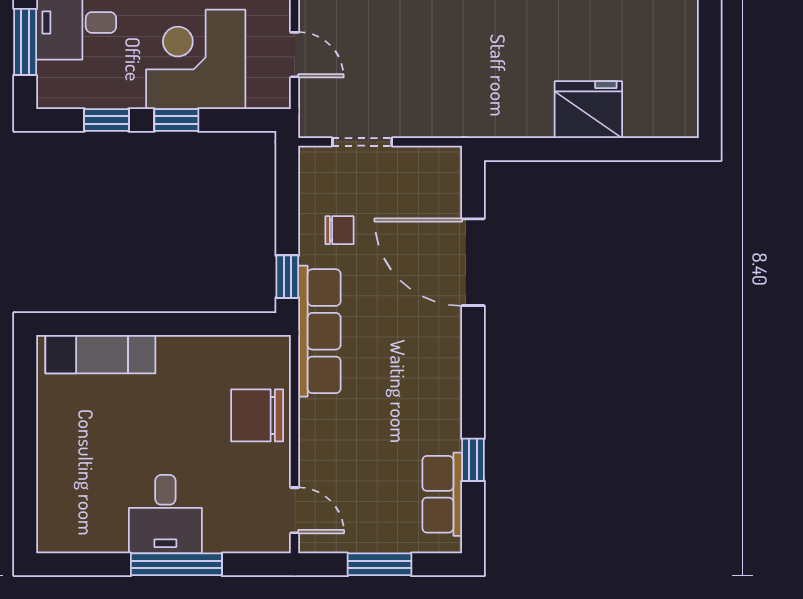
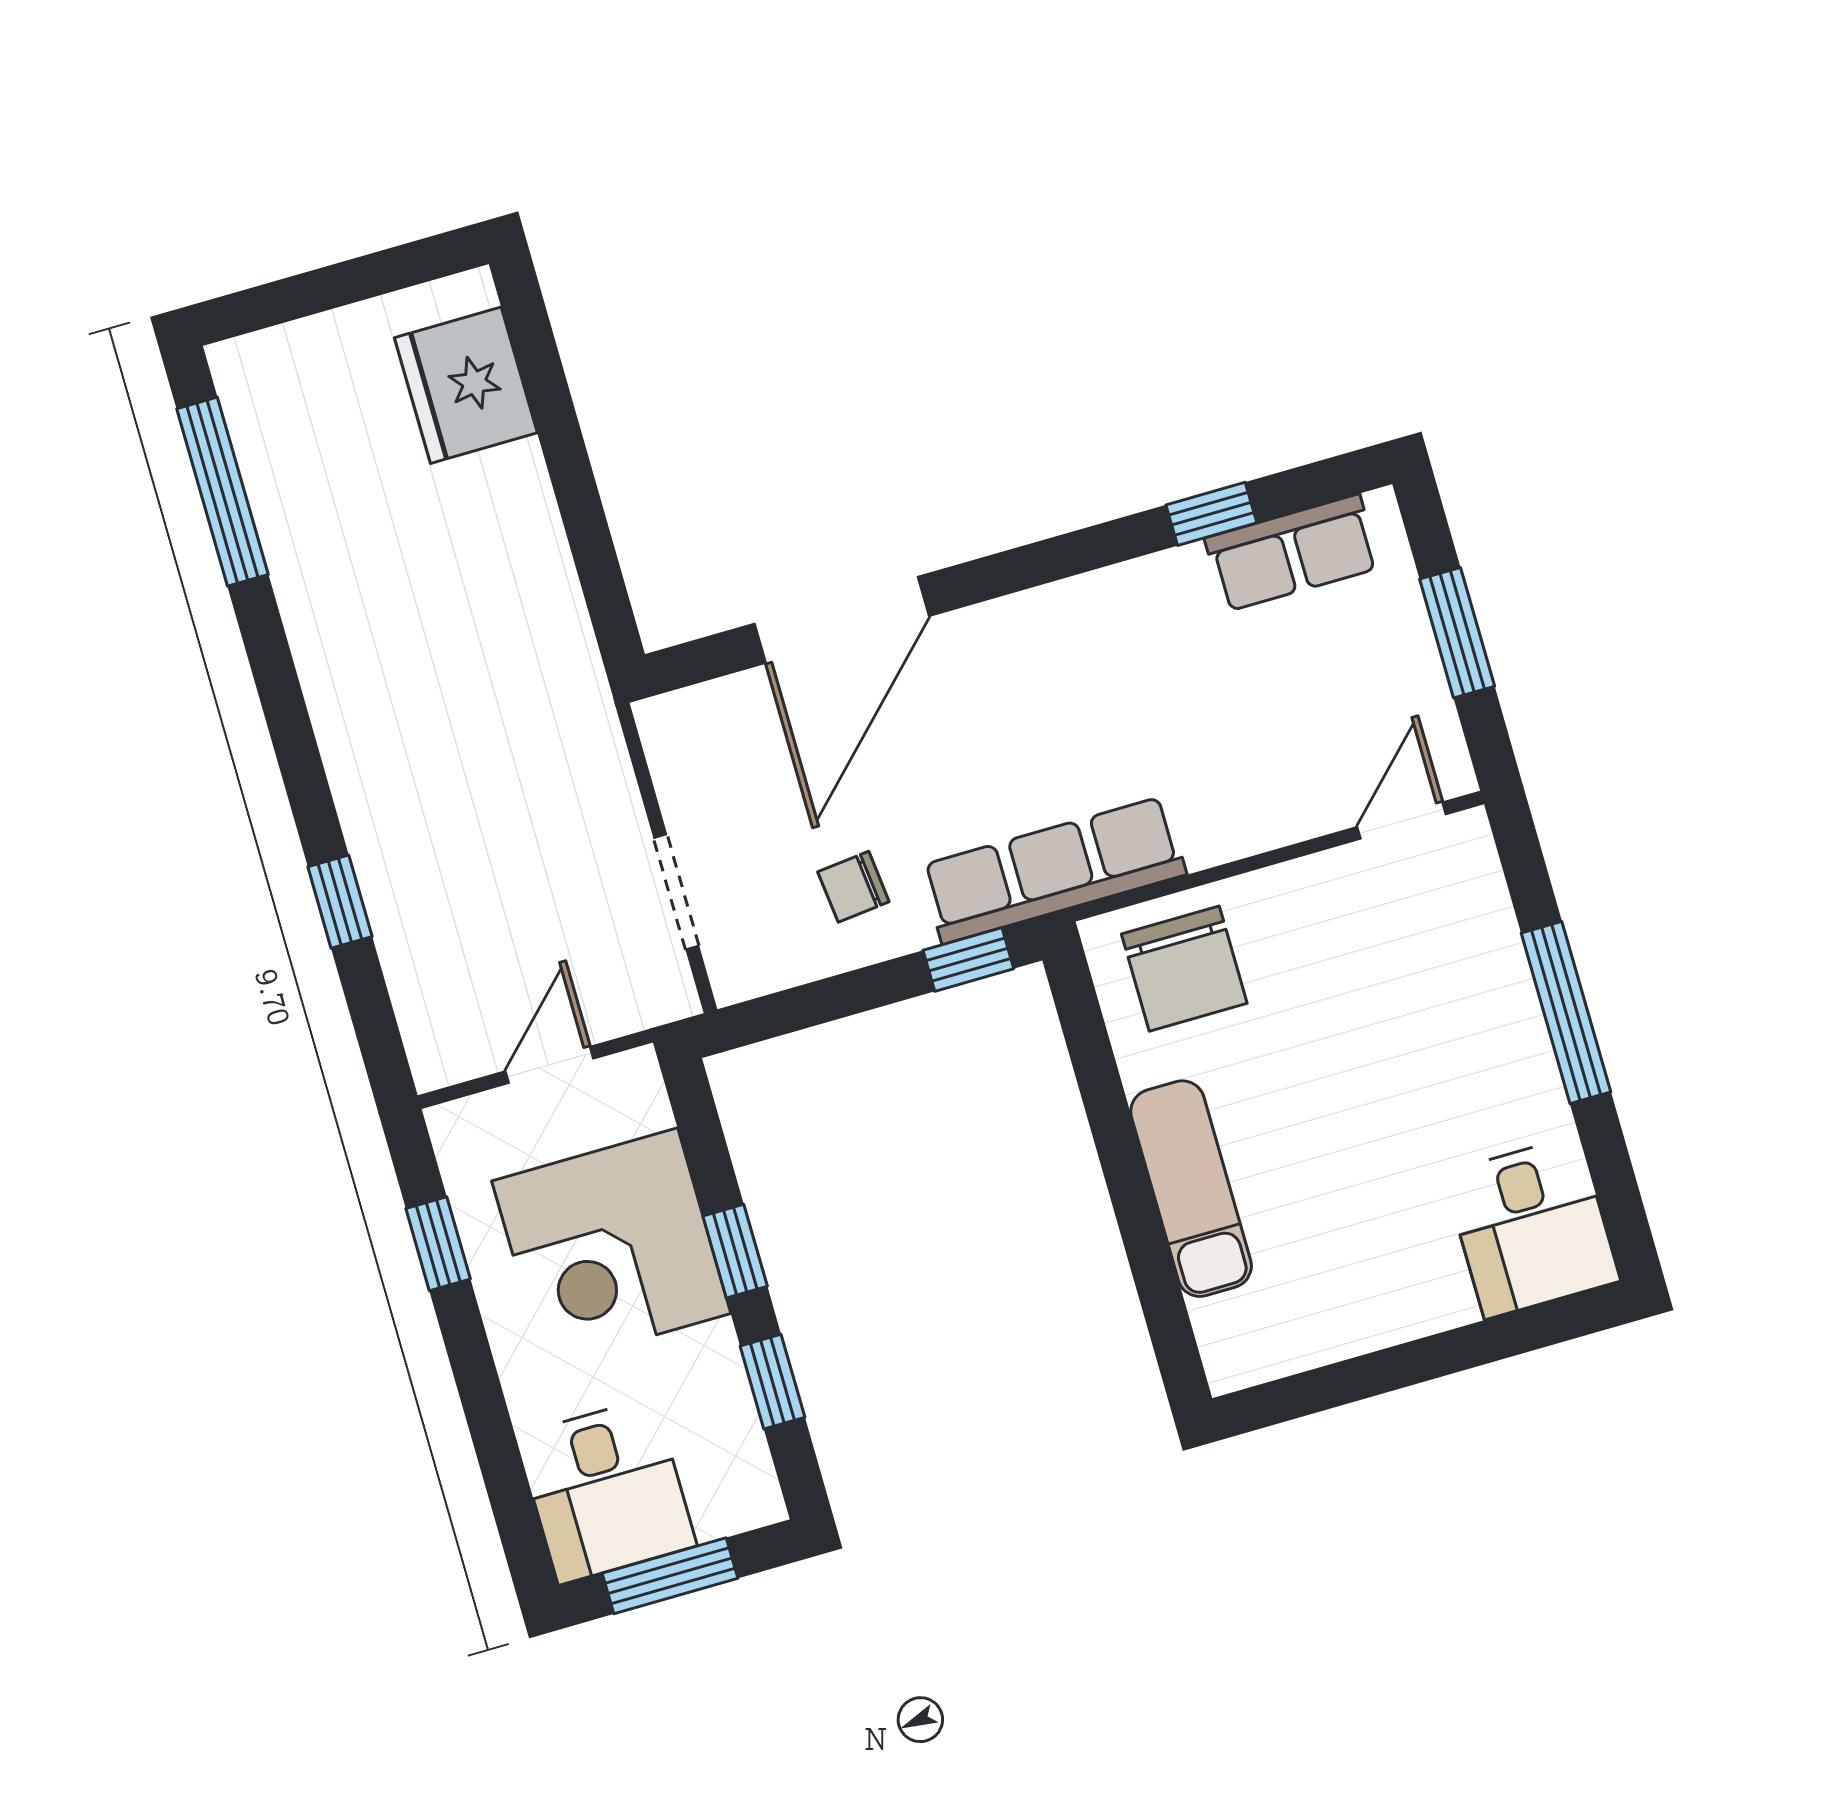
fridge: (588, 110) -> (466, 385), moved
chair: (339, 230) -> (853, 887), turned -96
exam couch: (100, 354) -> (1191, 1189), moved
chair: (257, 415) -> (1184, 969), moved
desk: (165, 514) -> (1532, 1227), moved, turned 90

